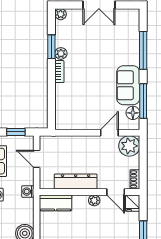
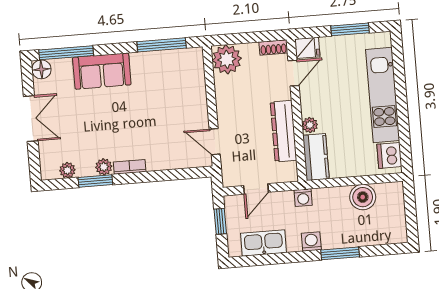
plant: (61, 14) -> (67, 170), moved
window: (143, 50) -> (66, 53), moved
sofa: (128, 85) -> (102, 71), moved
floor lamp: (133, 113) -> (41, 69), moved
door: (109, 133) -> (215, 142), moved
plant: (94, 200) -> (310, 125), moved

